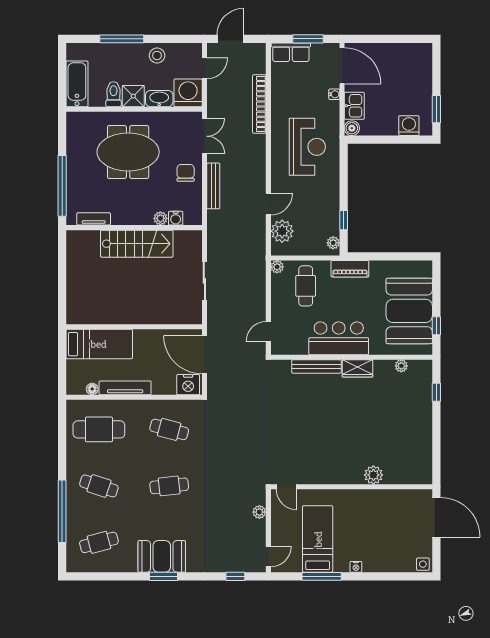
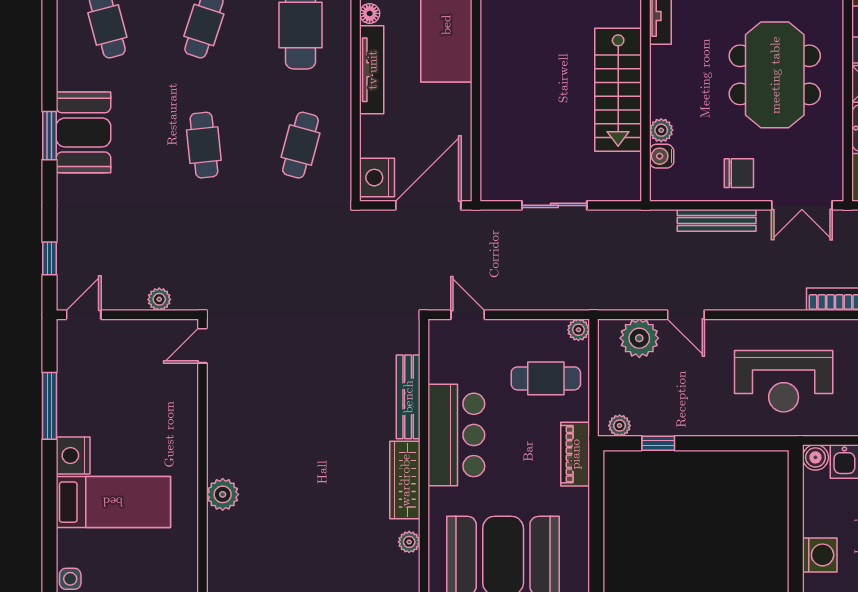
wardrobe: (357, 368) -> (405, 480), width x1.50
bed: (318, 539) -> (113, 502), moved
door: (268, 556) -> (84, 315), swing flipped
nightstand: (356, 567) -> (73, 455), width x1.89, depth x1.79

